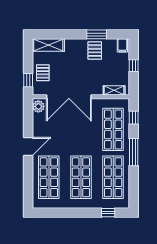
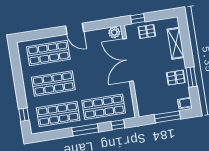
shelving: (48, 45) -> (176, 43), moved
window: (134, 66) -> (167, 117), width x2.17
shelving: (114, 90) -> (141, 102), removed

